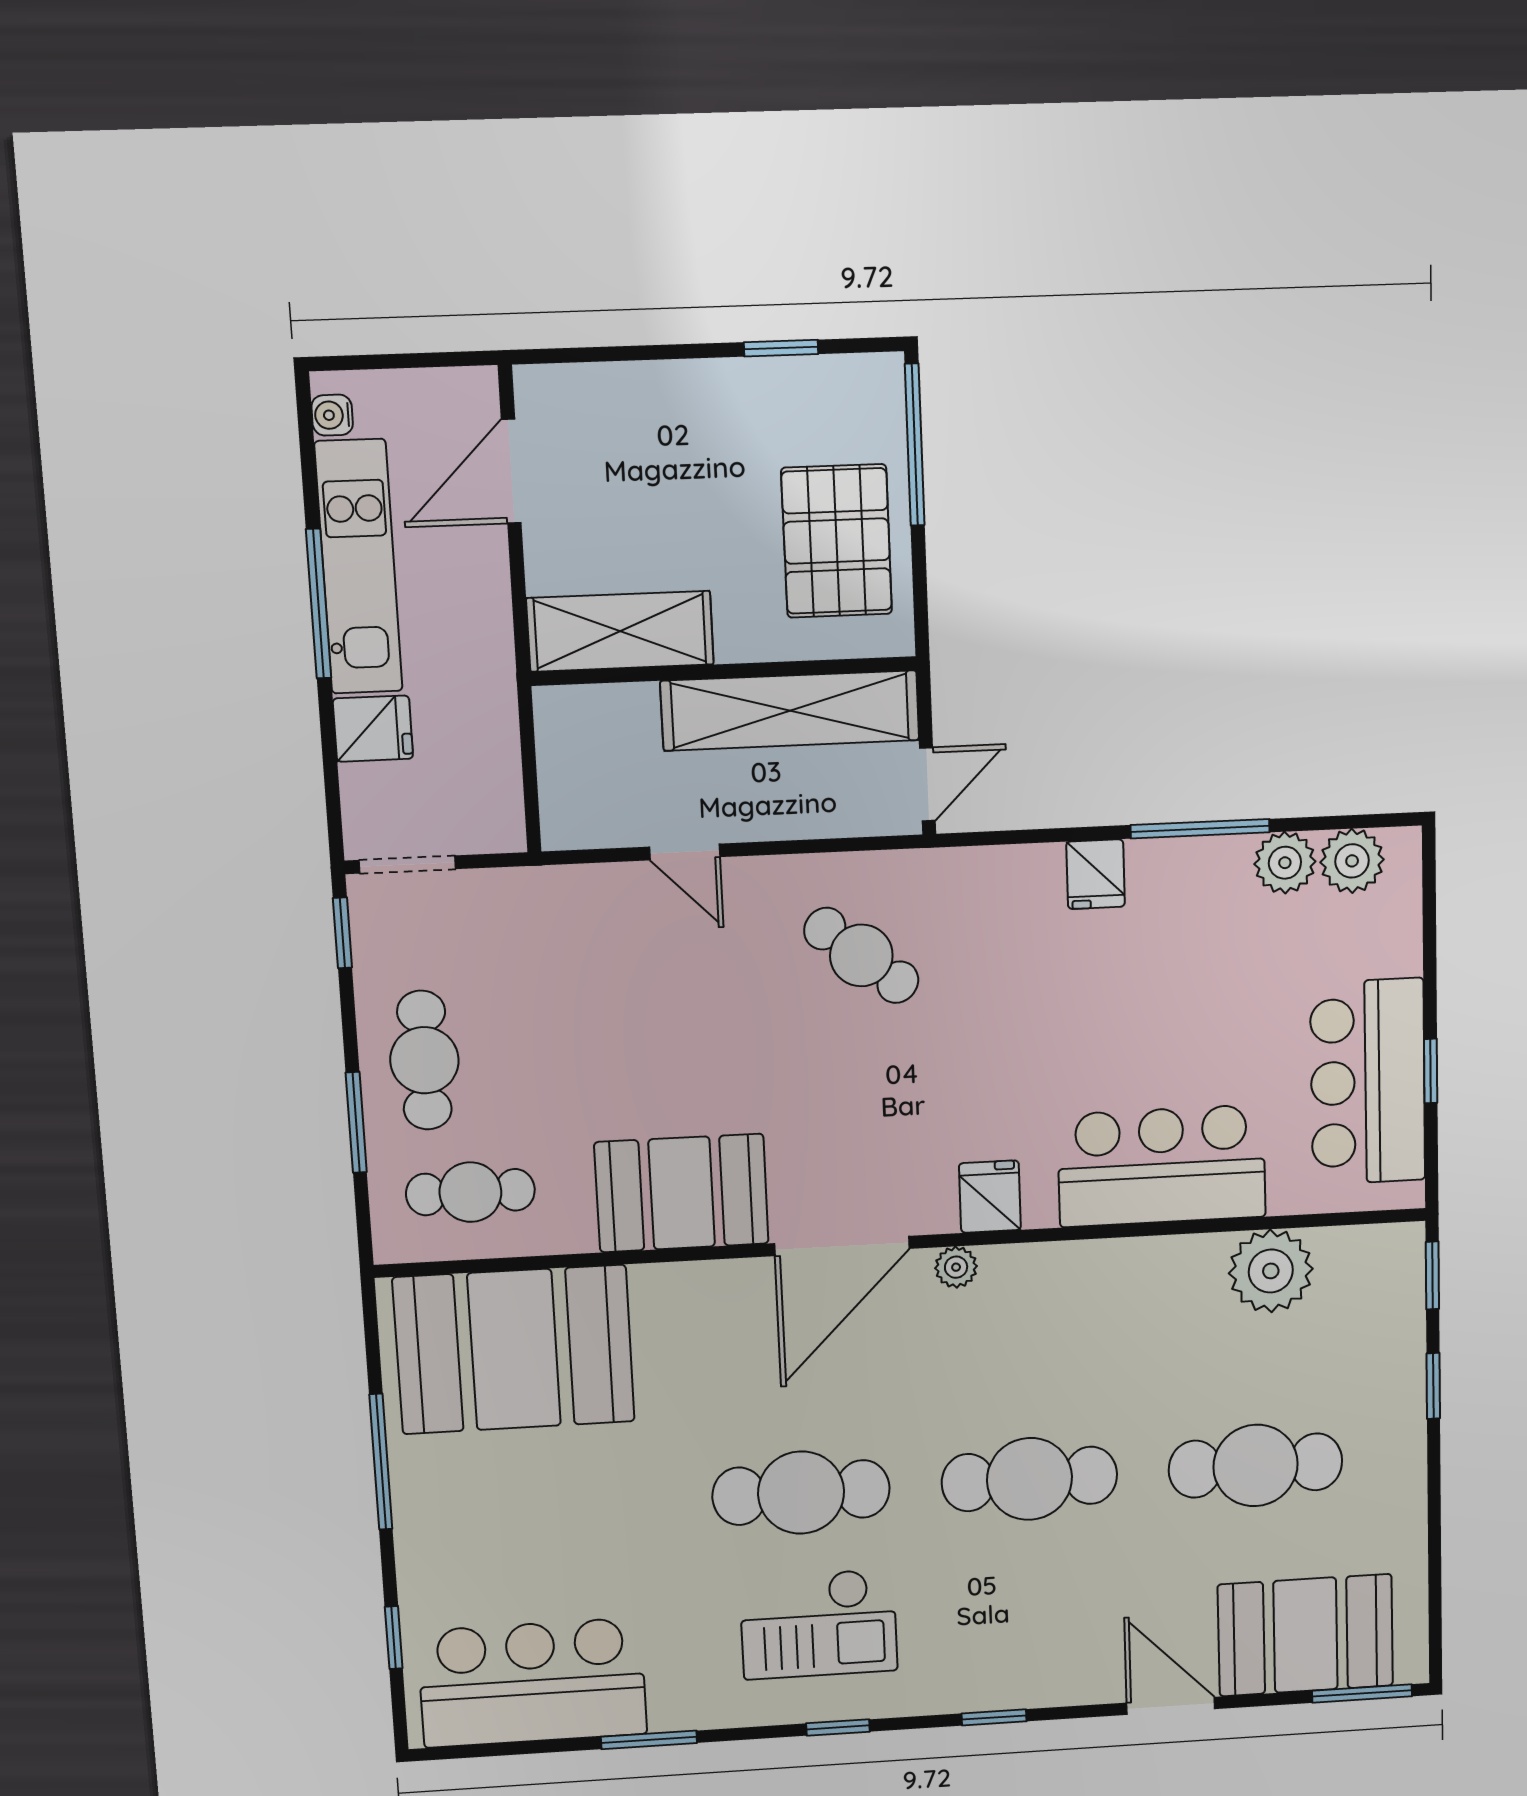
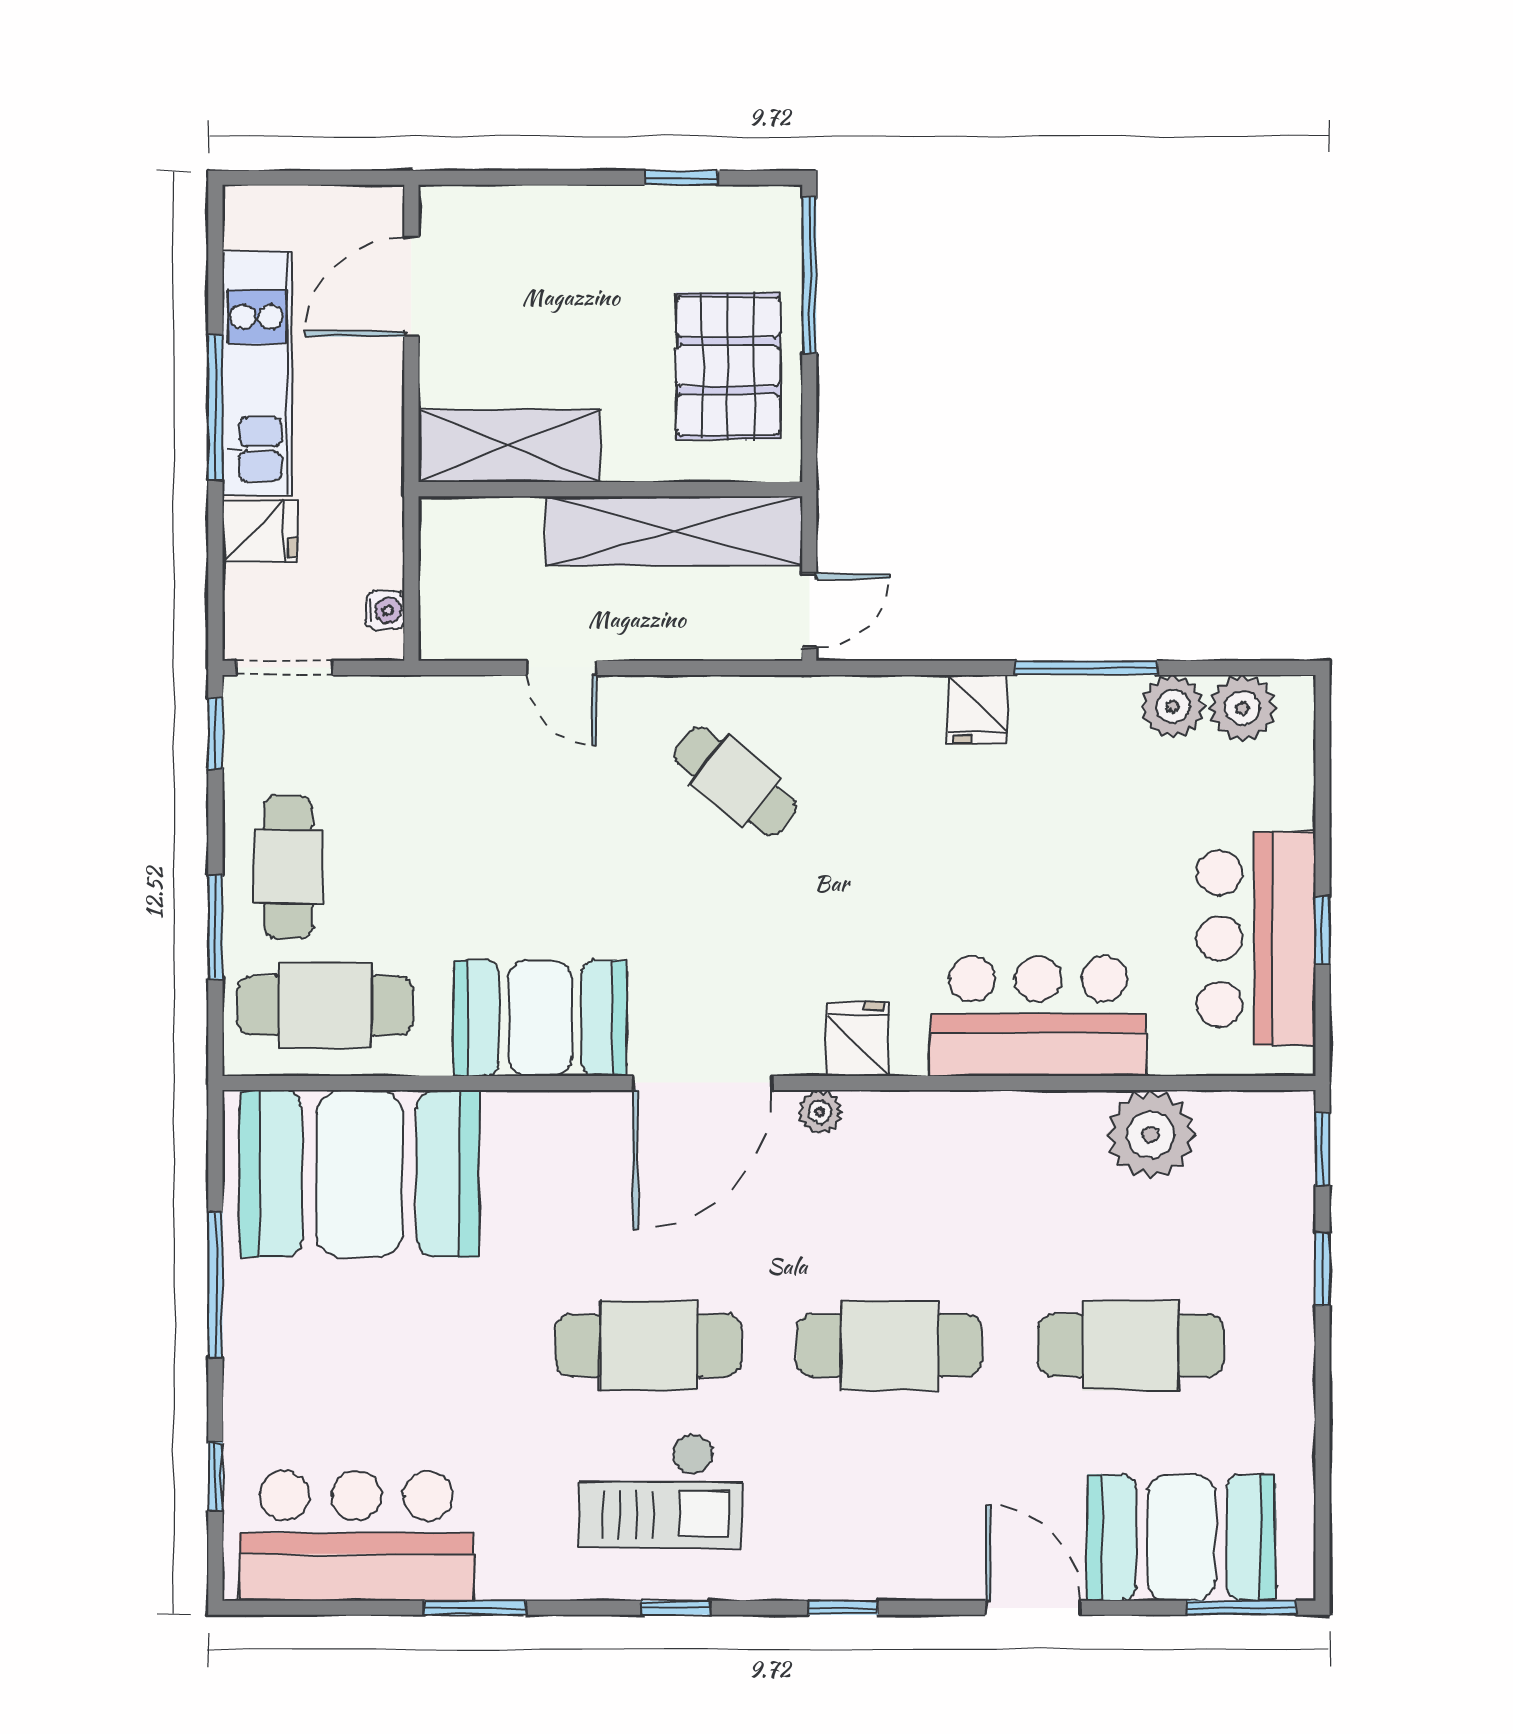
water cooler: (332, 415) -> (385, 611), moved, turned 180
cafe table: (470, 1192) -> (325, 1006), width x1.37, depth x1.35

